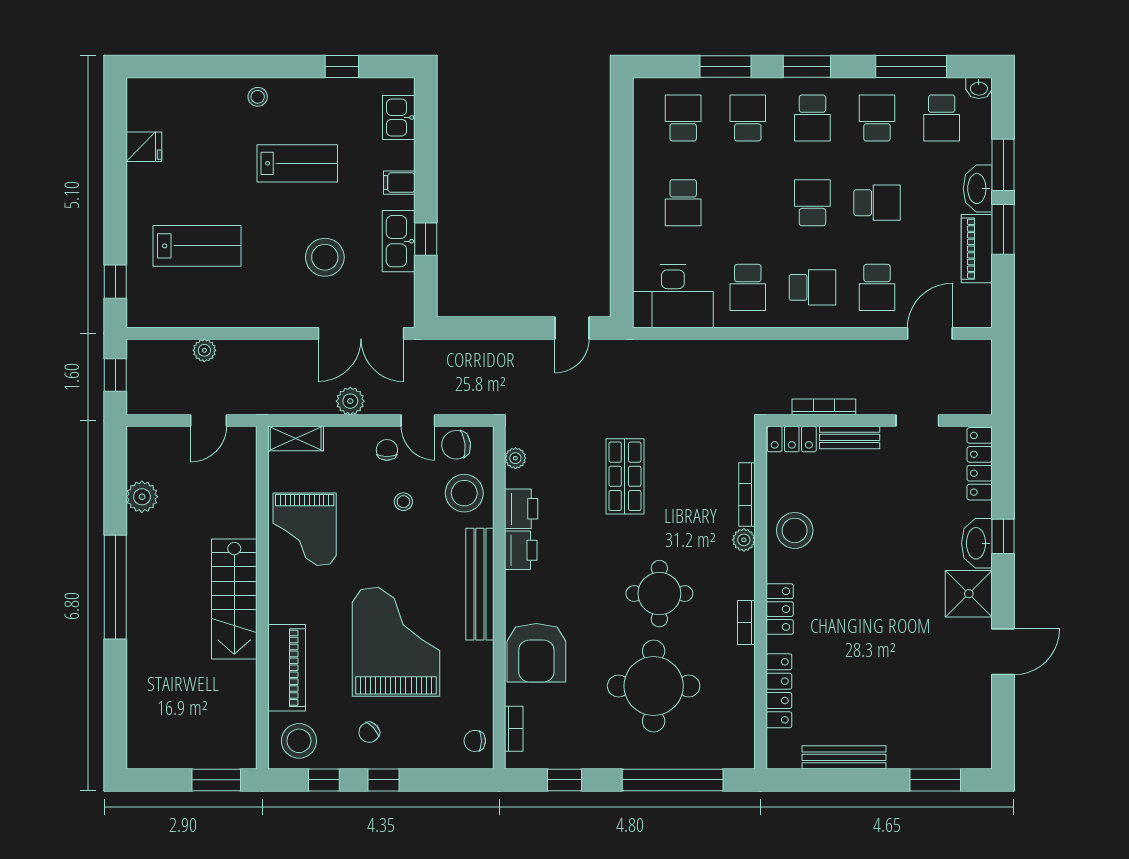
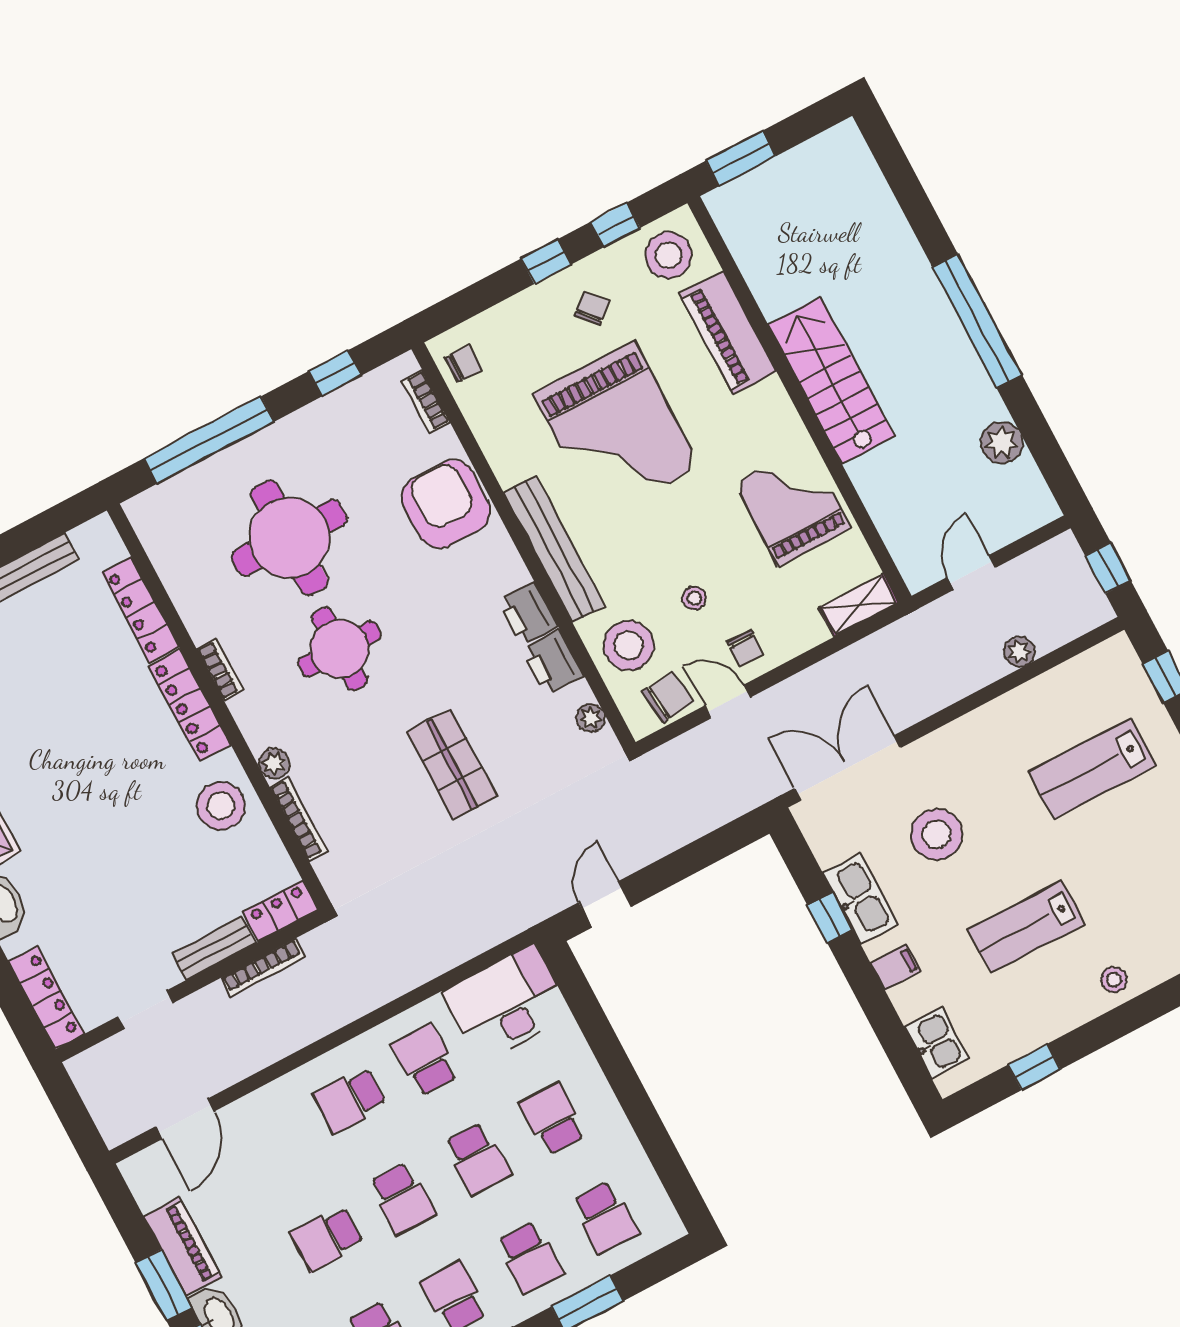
school desk: (877, 287) -> (477, 1159), moved, turned 180
plant: (350, 401) -> (818, 683), removed
locker: (780, 609) -> (190, 705), width x1.53

